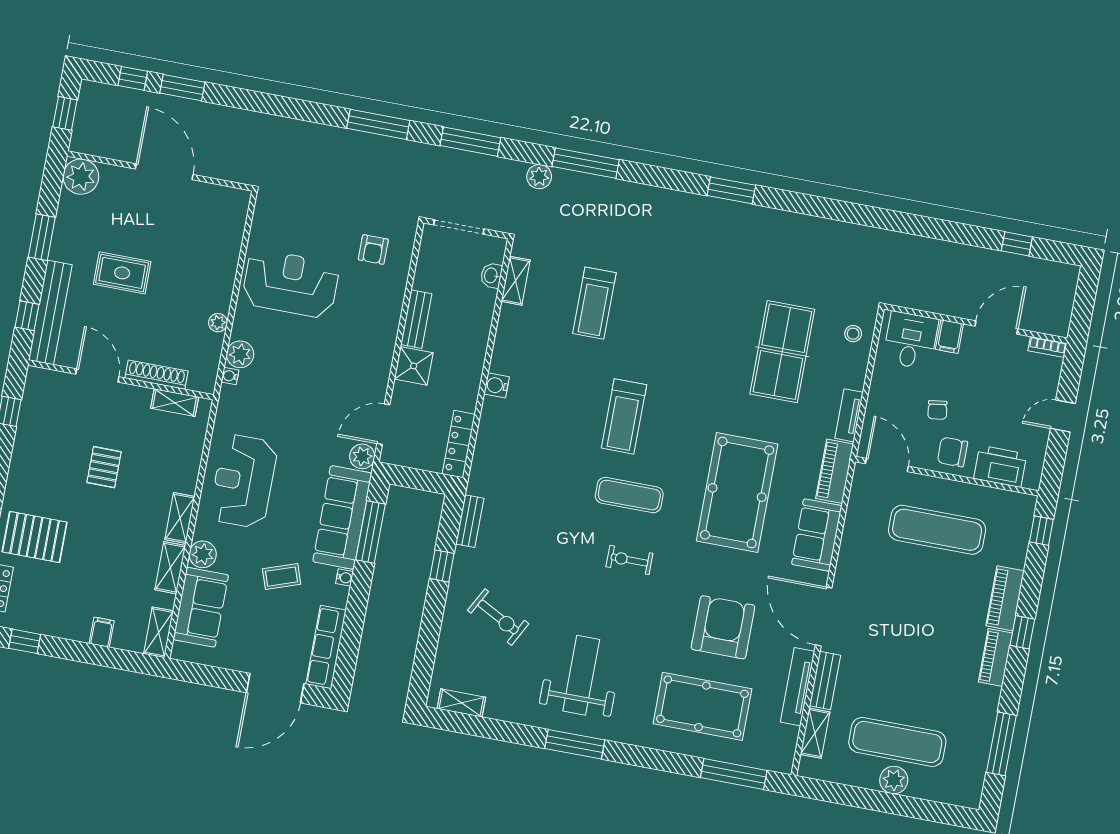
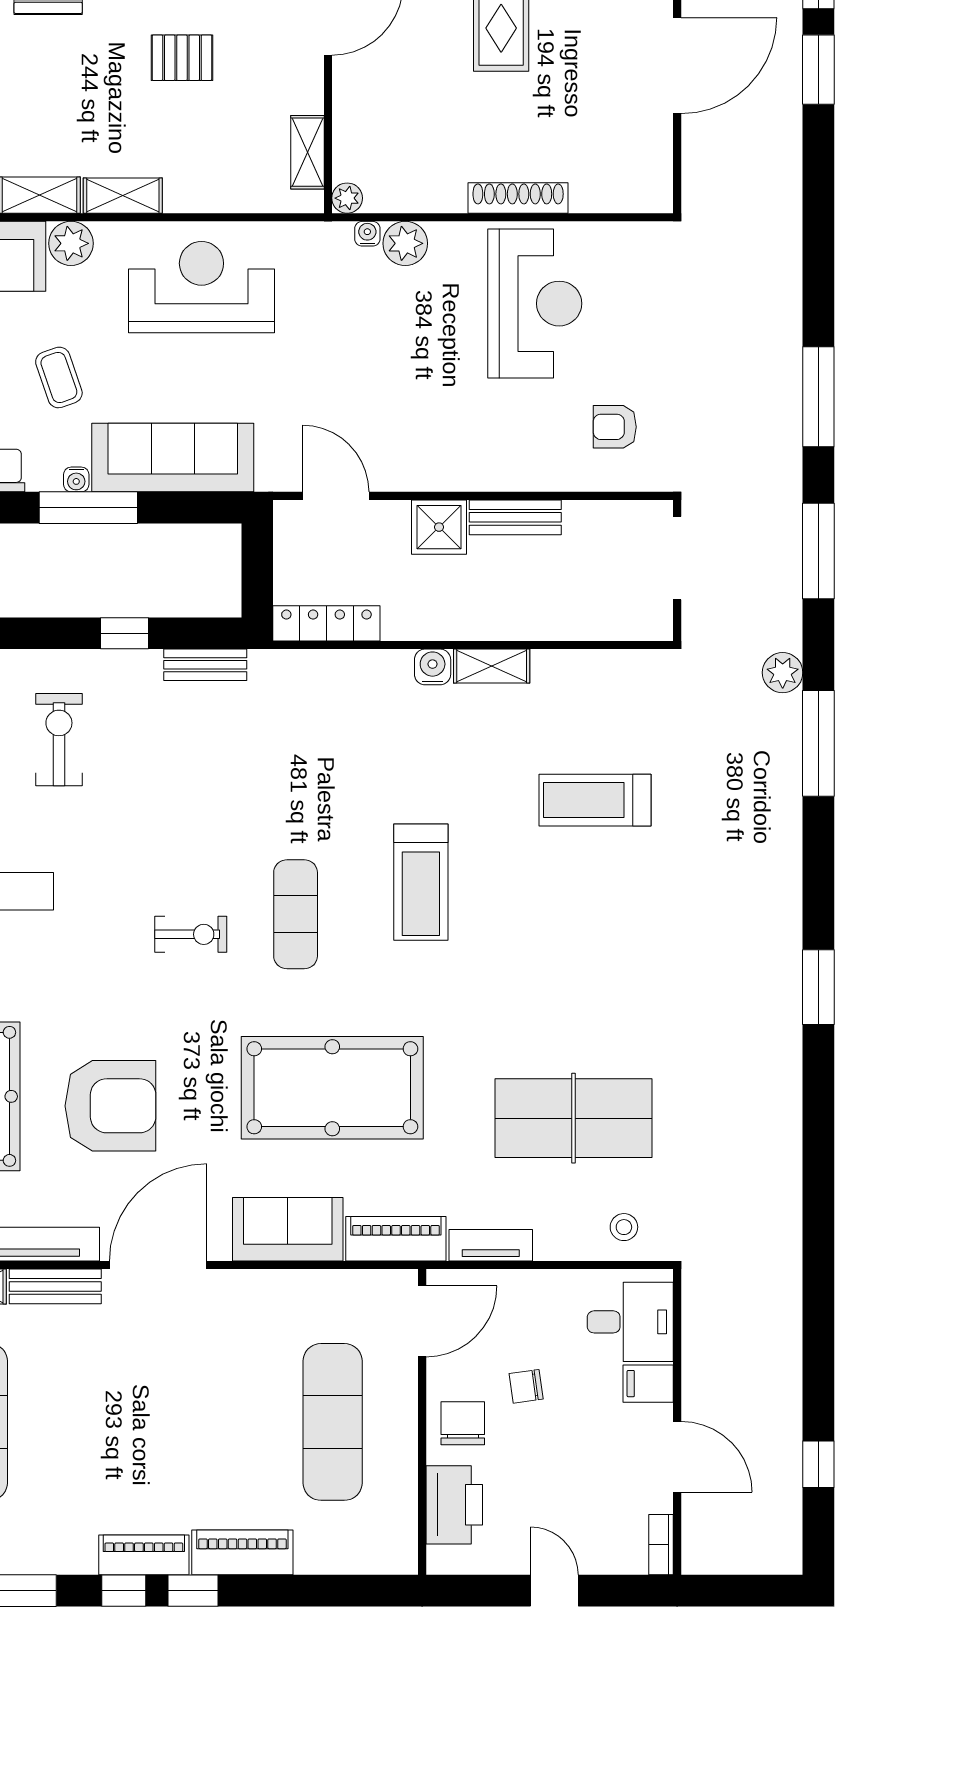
washbasin: (491, 275) -> (609, 625), removed
shelving: (516, 281) -> (492, 666), moved
plant: (218, 323) -> (347, 198), moved
shoe rack: (157, 375) -> (518, 198), moved, turned -90
treadmill: (624, 416) -> (421, 882), turned -90
plant: (362, 456) -> (277, 471), removed
window: (1041, 531) -> (124, 1591), moved
window: (370, 532) -> (88, 508), moved
exercise bike: (629, 560) -> (191, 934), turned 90
exercise bike: (498, 617) -> (59, 740), turned 152

